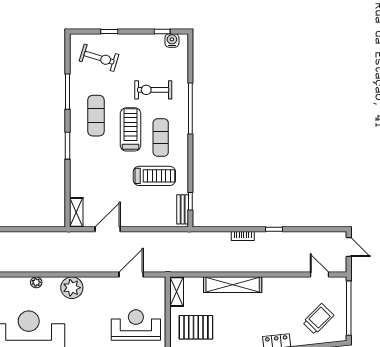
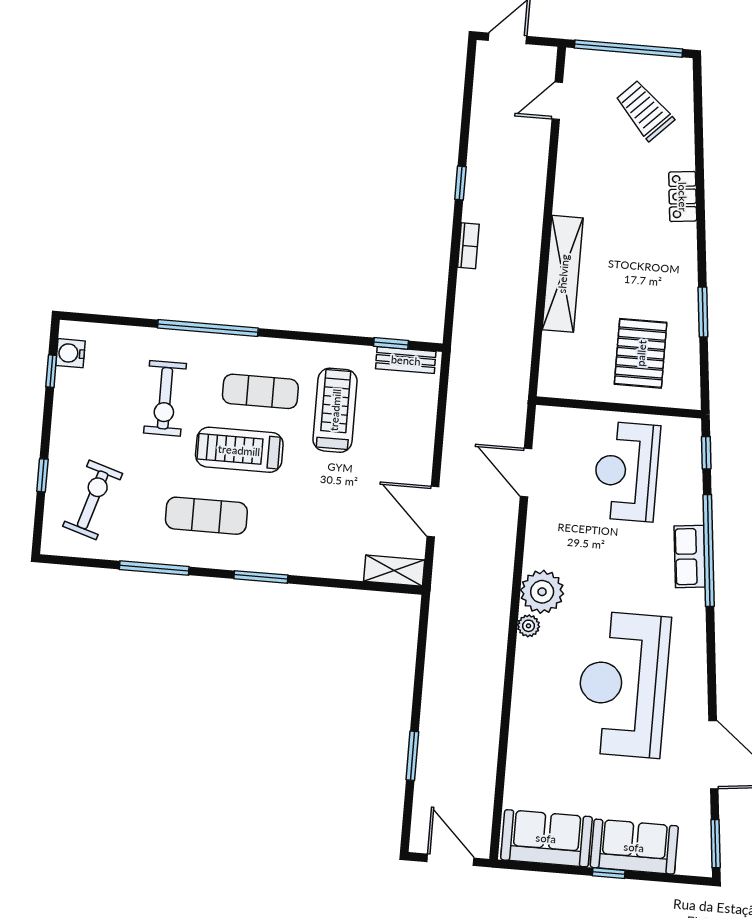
plant: (36, 282) -> (528, 626), moved
shelving: (177, 292) -> (567, 386), removed

